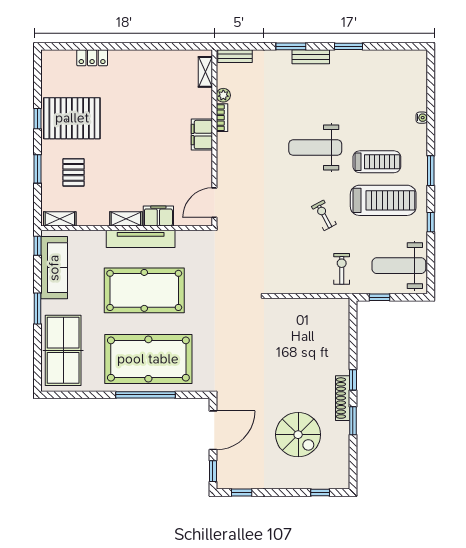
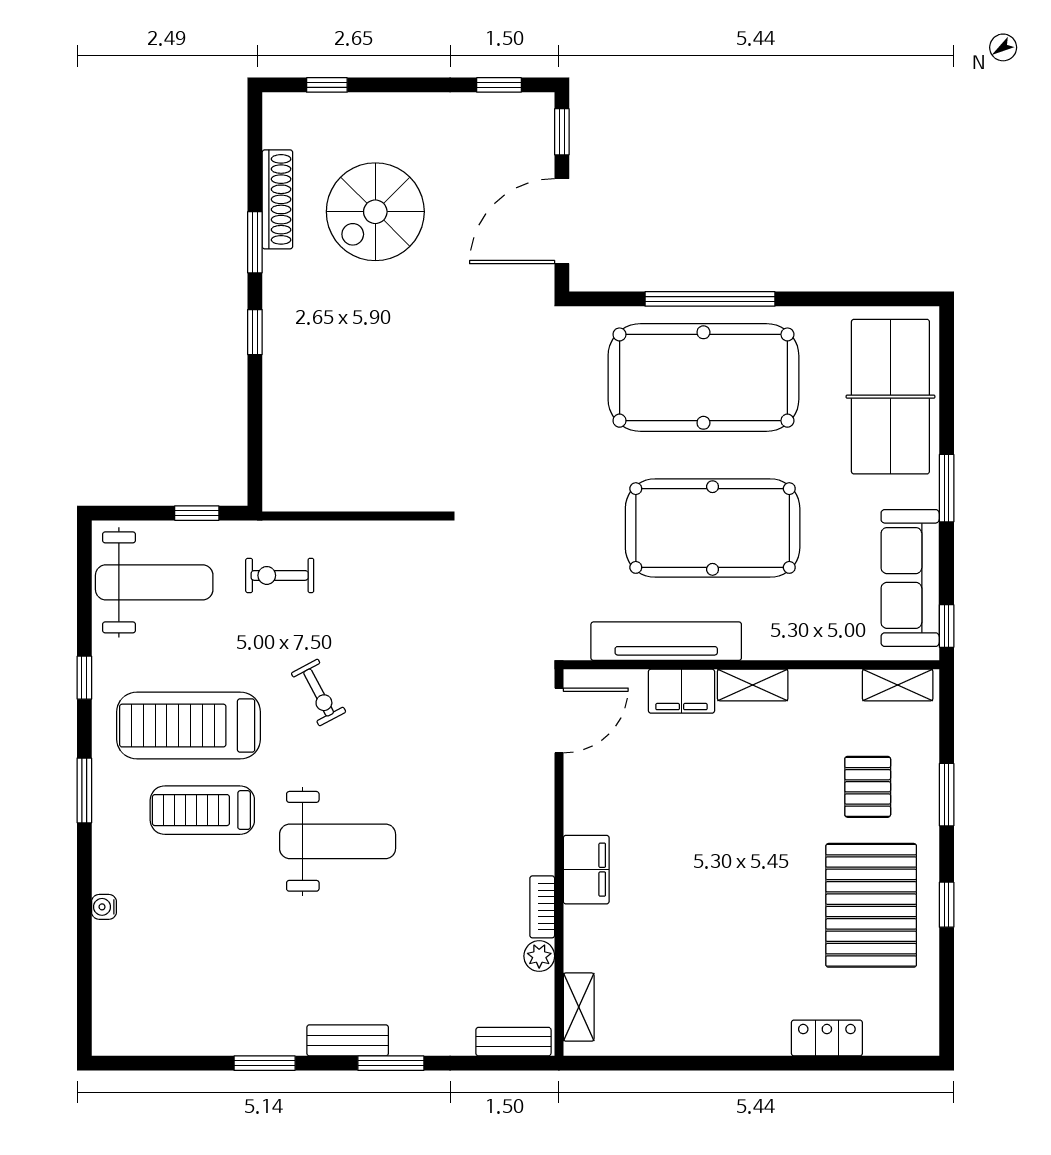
pallet: (72, 118) -> (871, 905), turned 90
tv unit: (141, 239) -> (666, 641), moved
exercise bike: (342, 269) -> (280, 575), turned 90
shoe rack: (343, 398) -> (277, 199), moved
spiral stairs: (298, 435) -> (375, 212), turned -90

